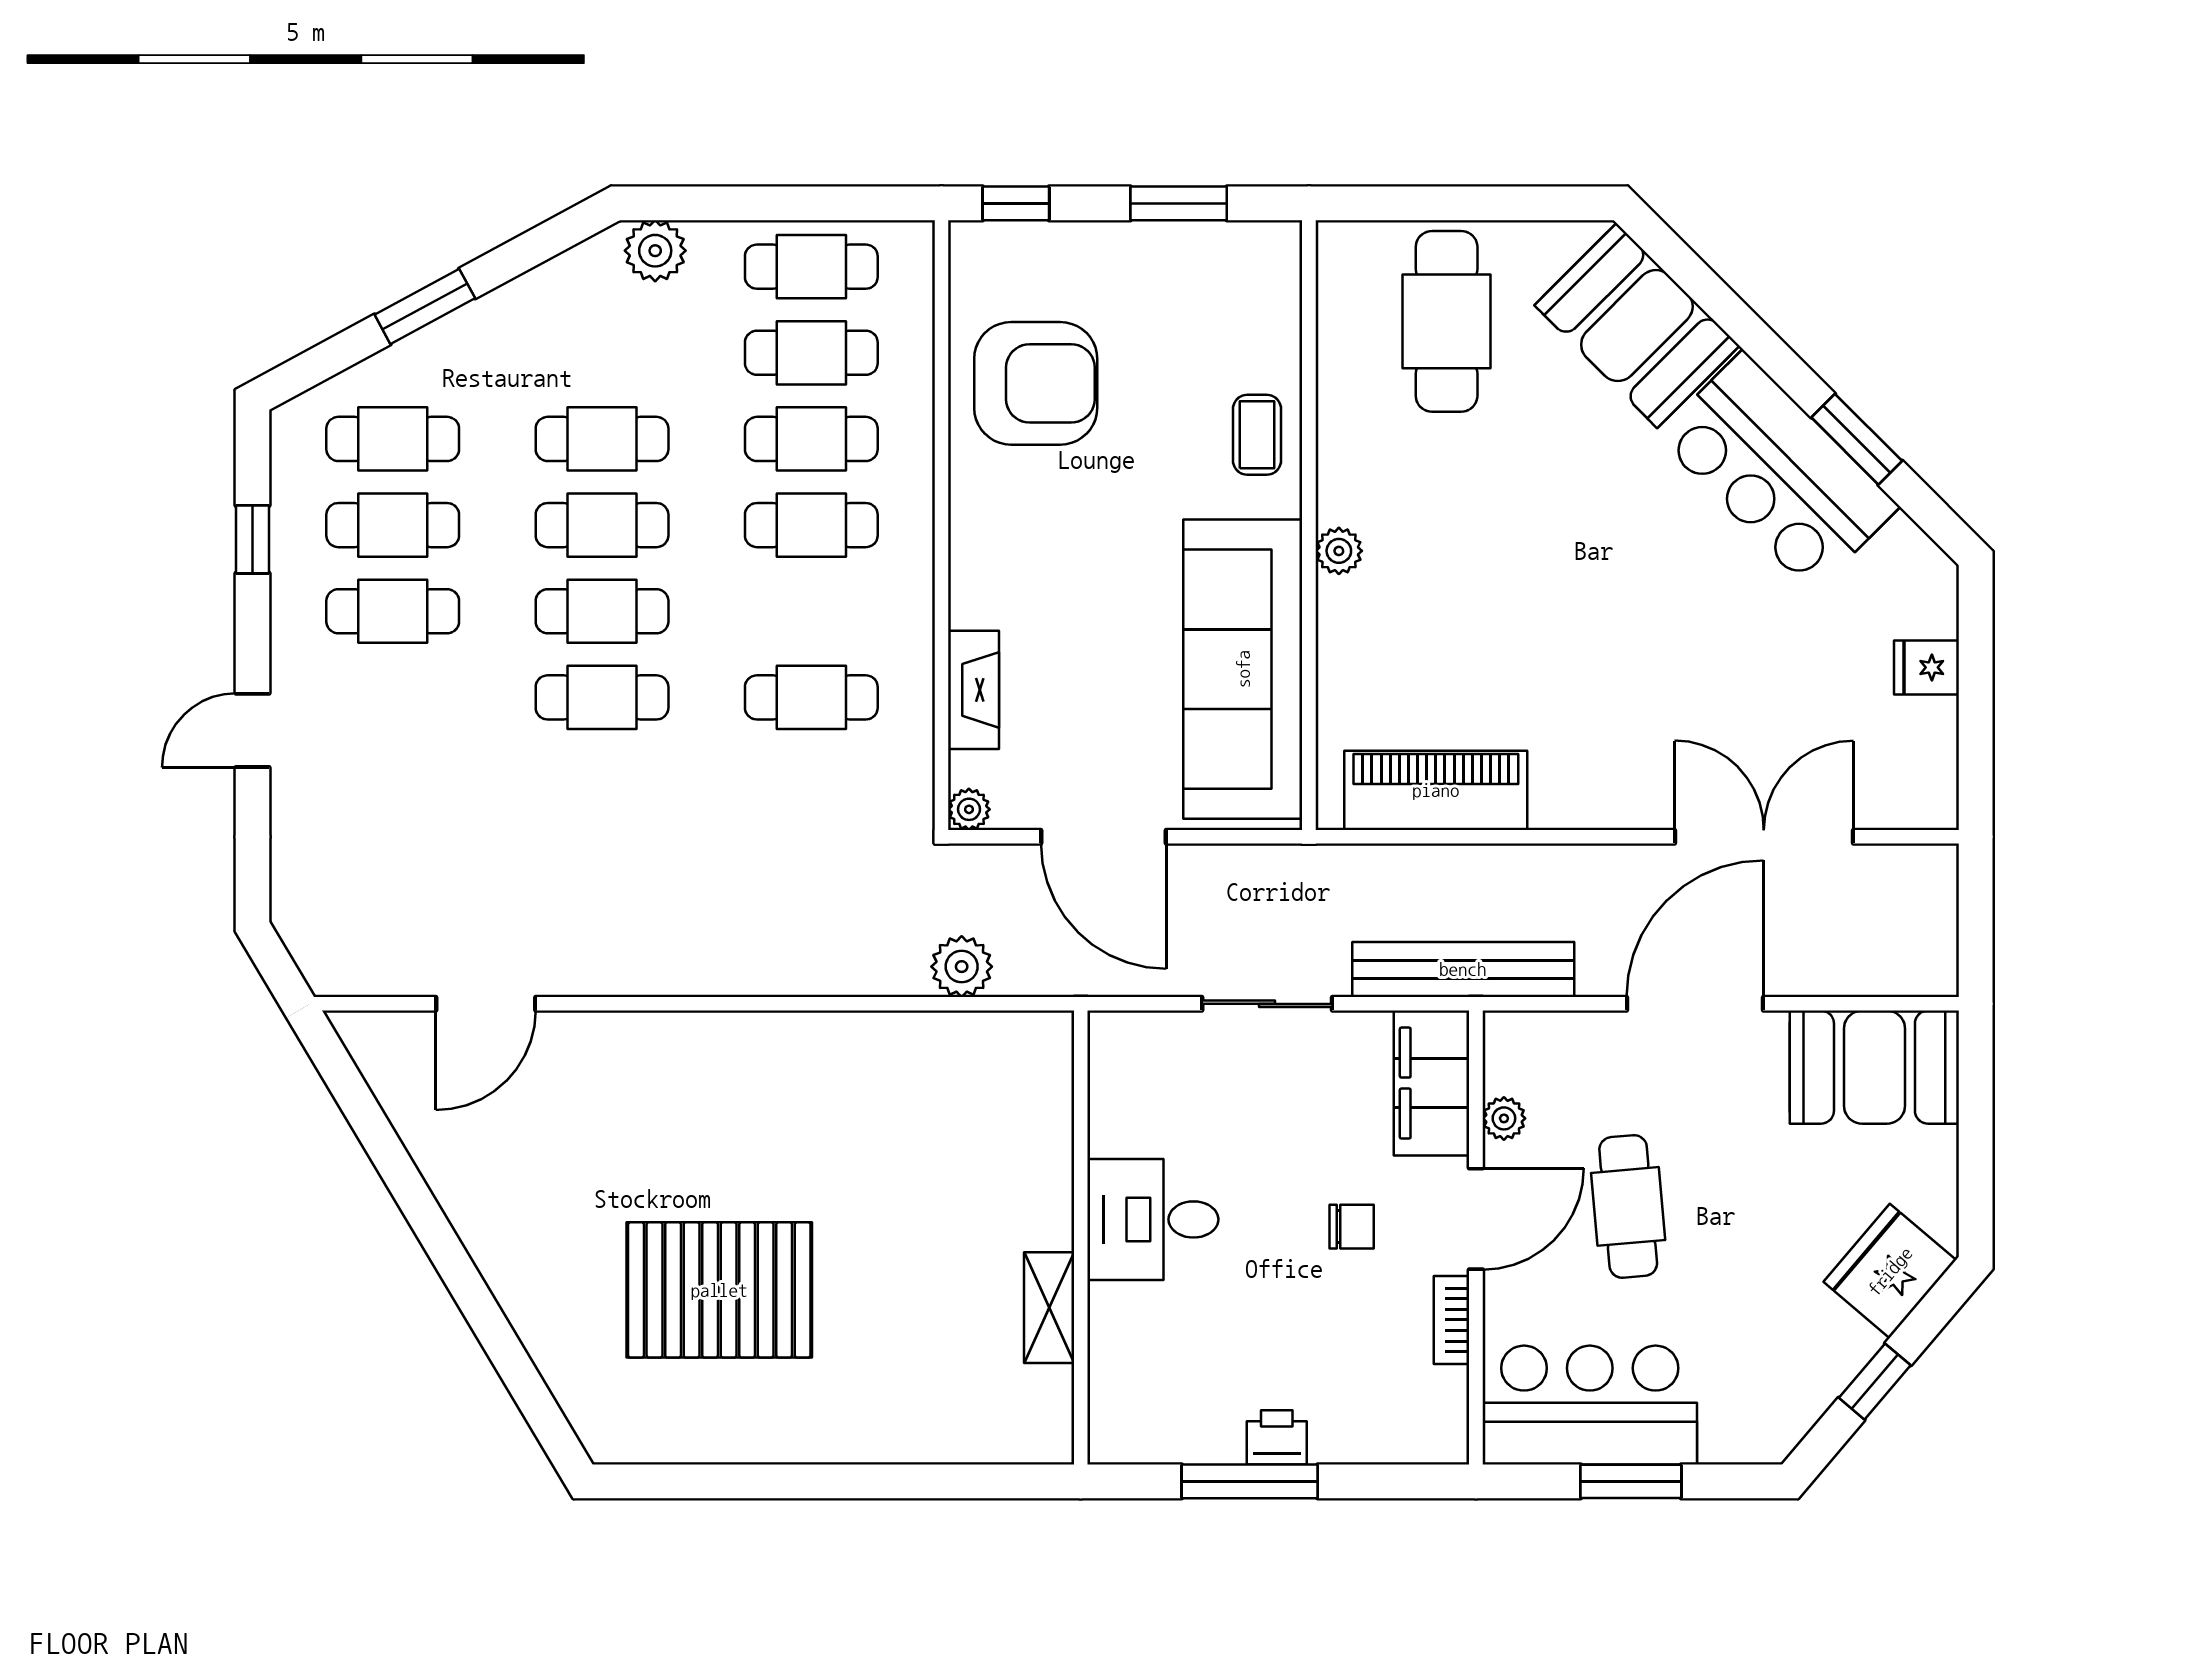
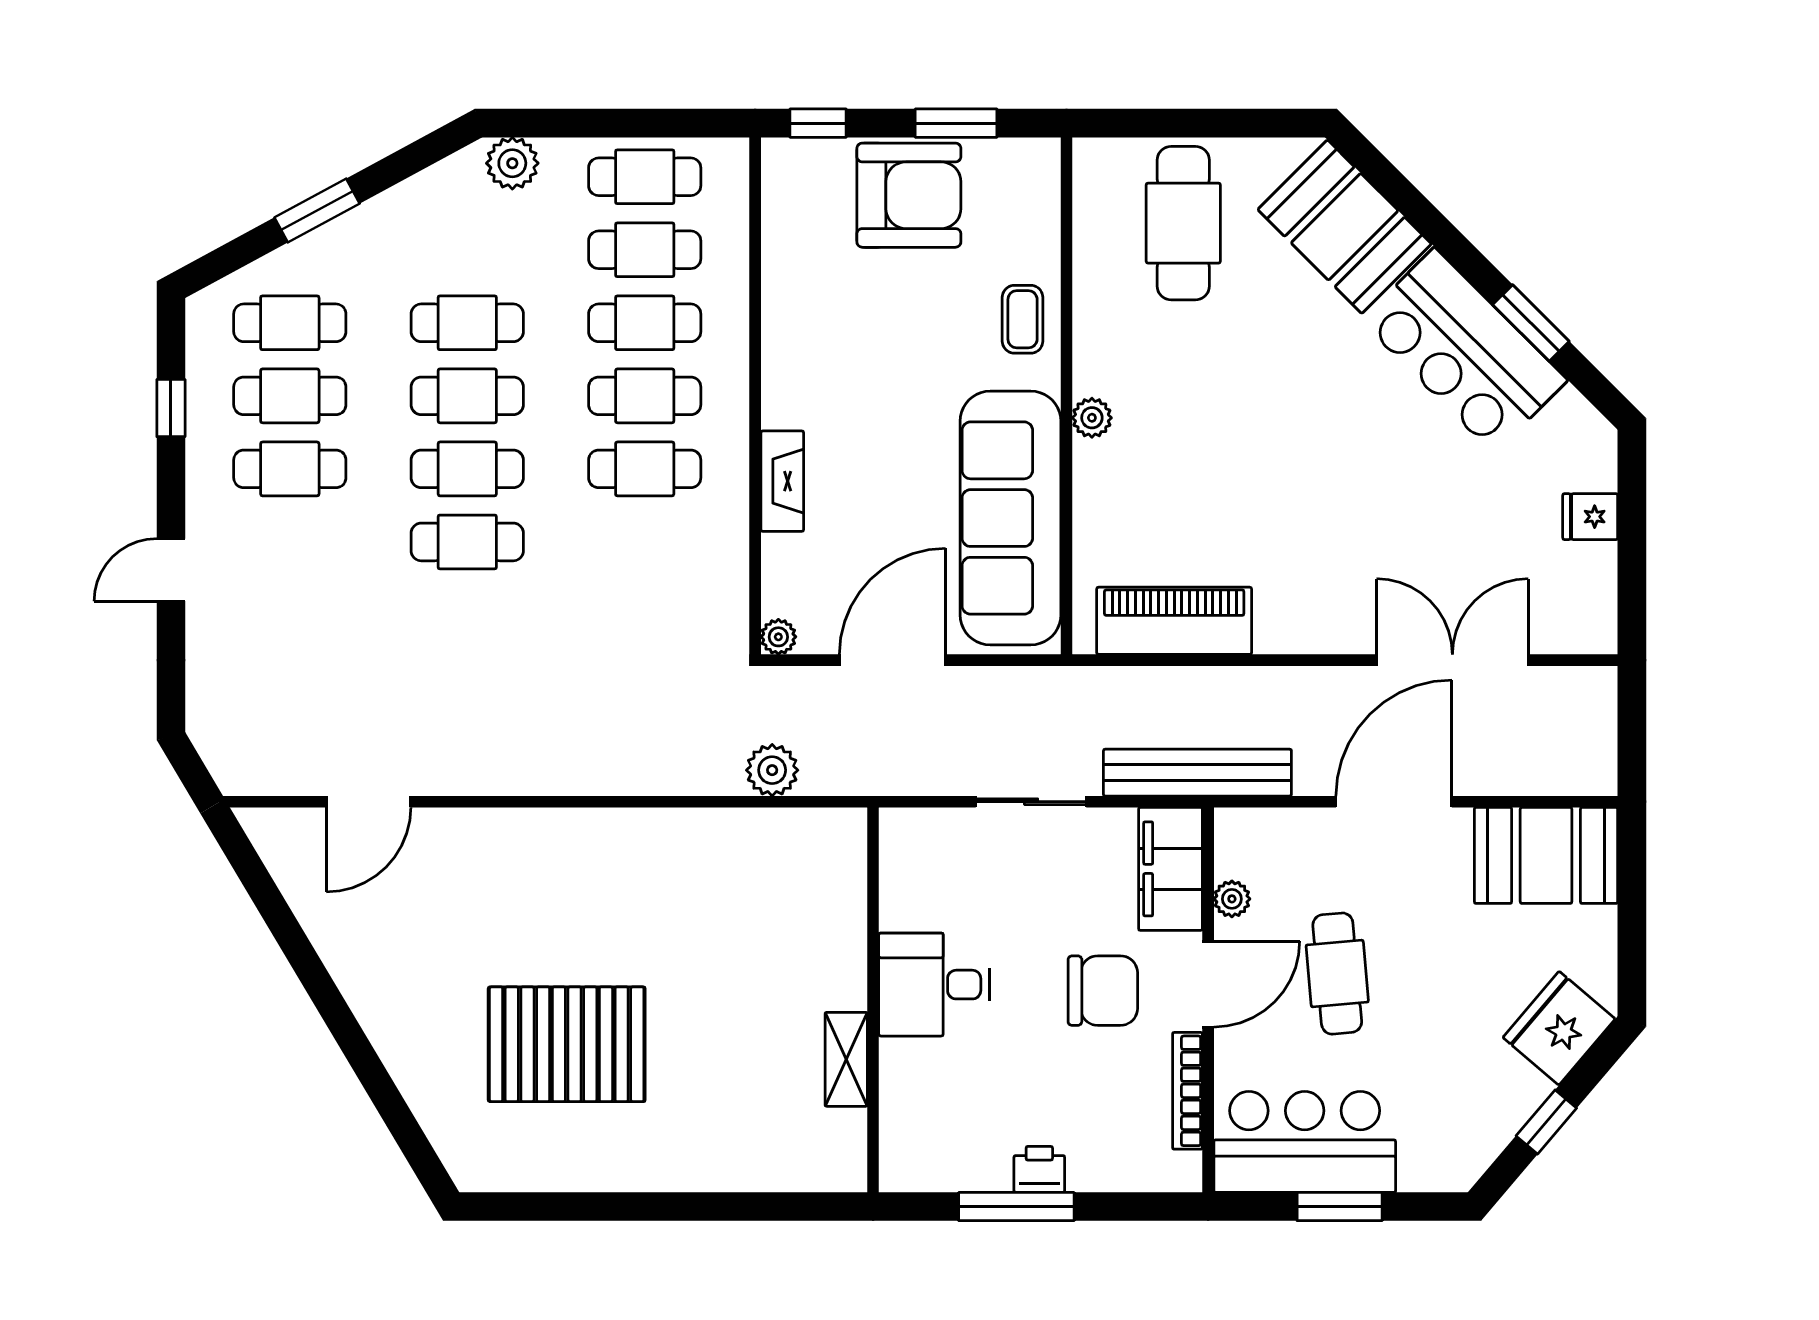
armchair: (1036, 383) -> (909, 195), moved
fireplace: (974, 690) -> (782, 481), moved
cafe table: (811, 697) -> (645, 469), moved
door: (1103, 837) -> (892, 660), swing flipped
chair: (1352, 1227) -> (1103, 991), width x1.87, depth x1.87
bookcase: (1452, 1320) -> (1187, 1091), width x1.56

